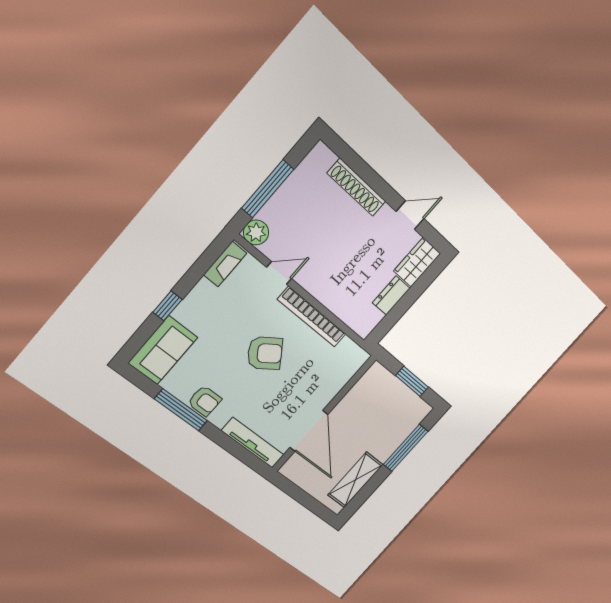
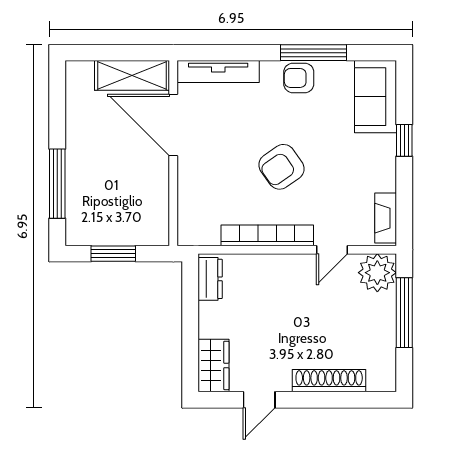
plant: (256, 232) -> (377, 273), width x1.36, depth x1.36
dresser: (391, 296) -> (210, 279), moved
shelving: (355, 480) -> (132, 75), moved, turned 90

